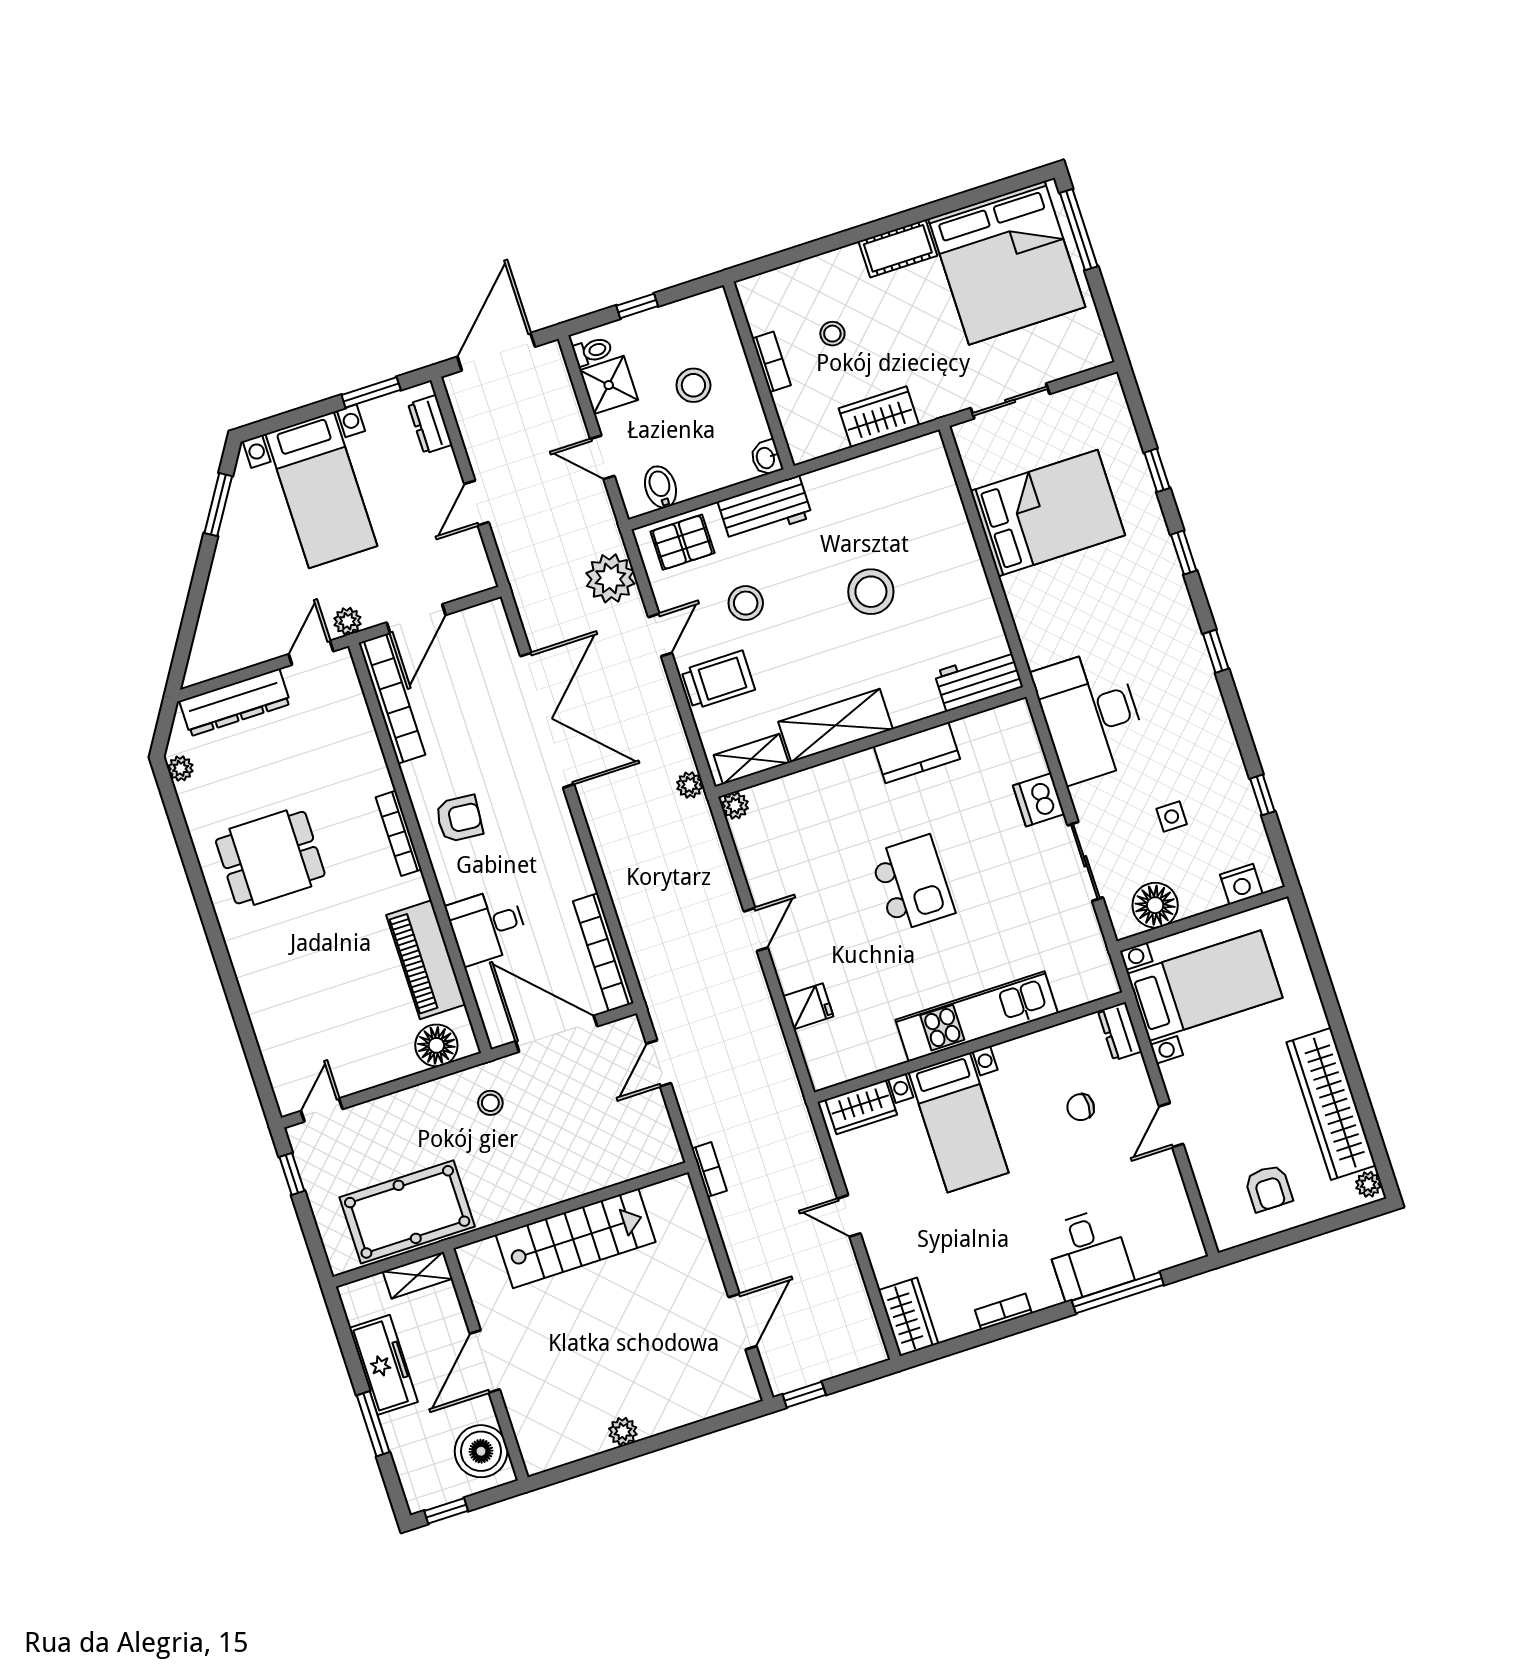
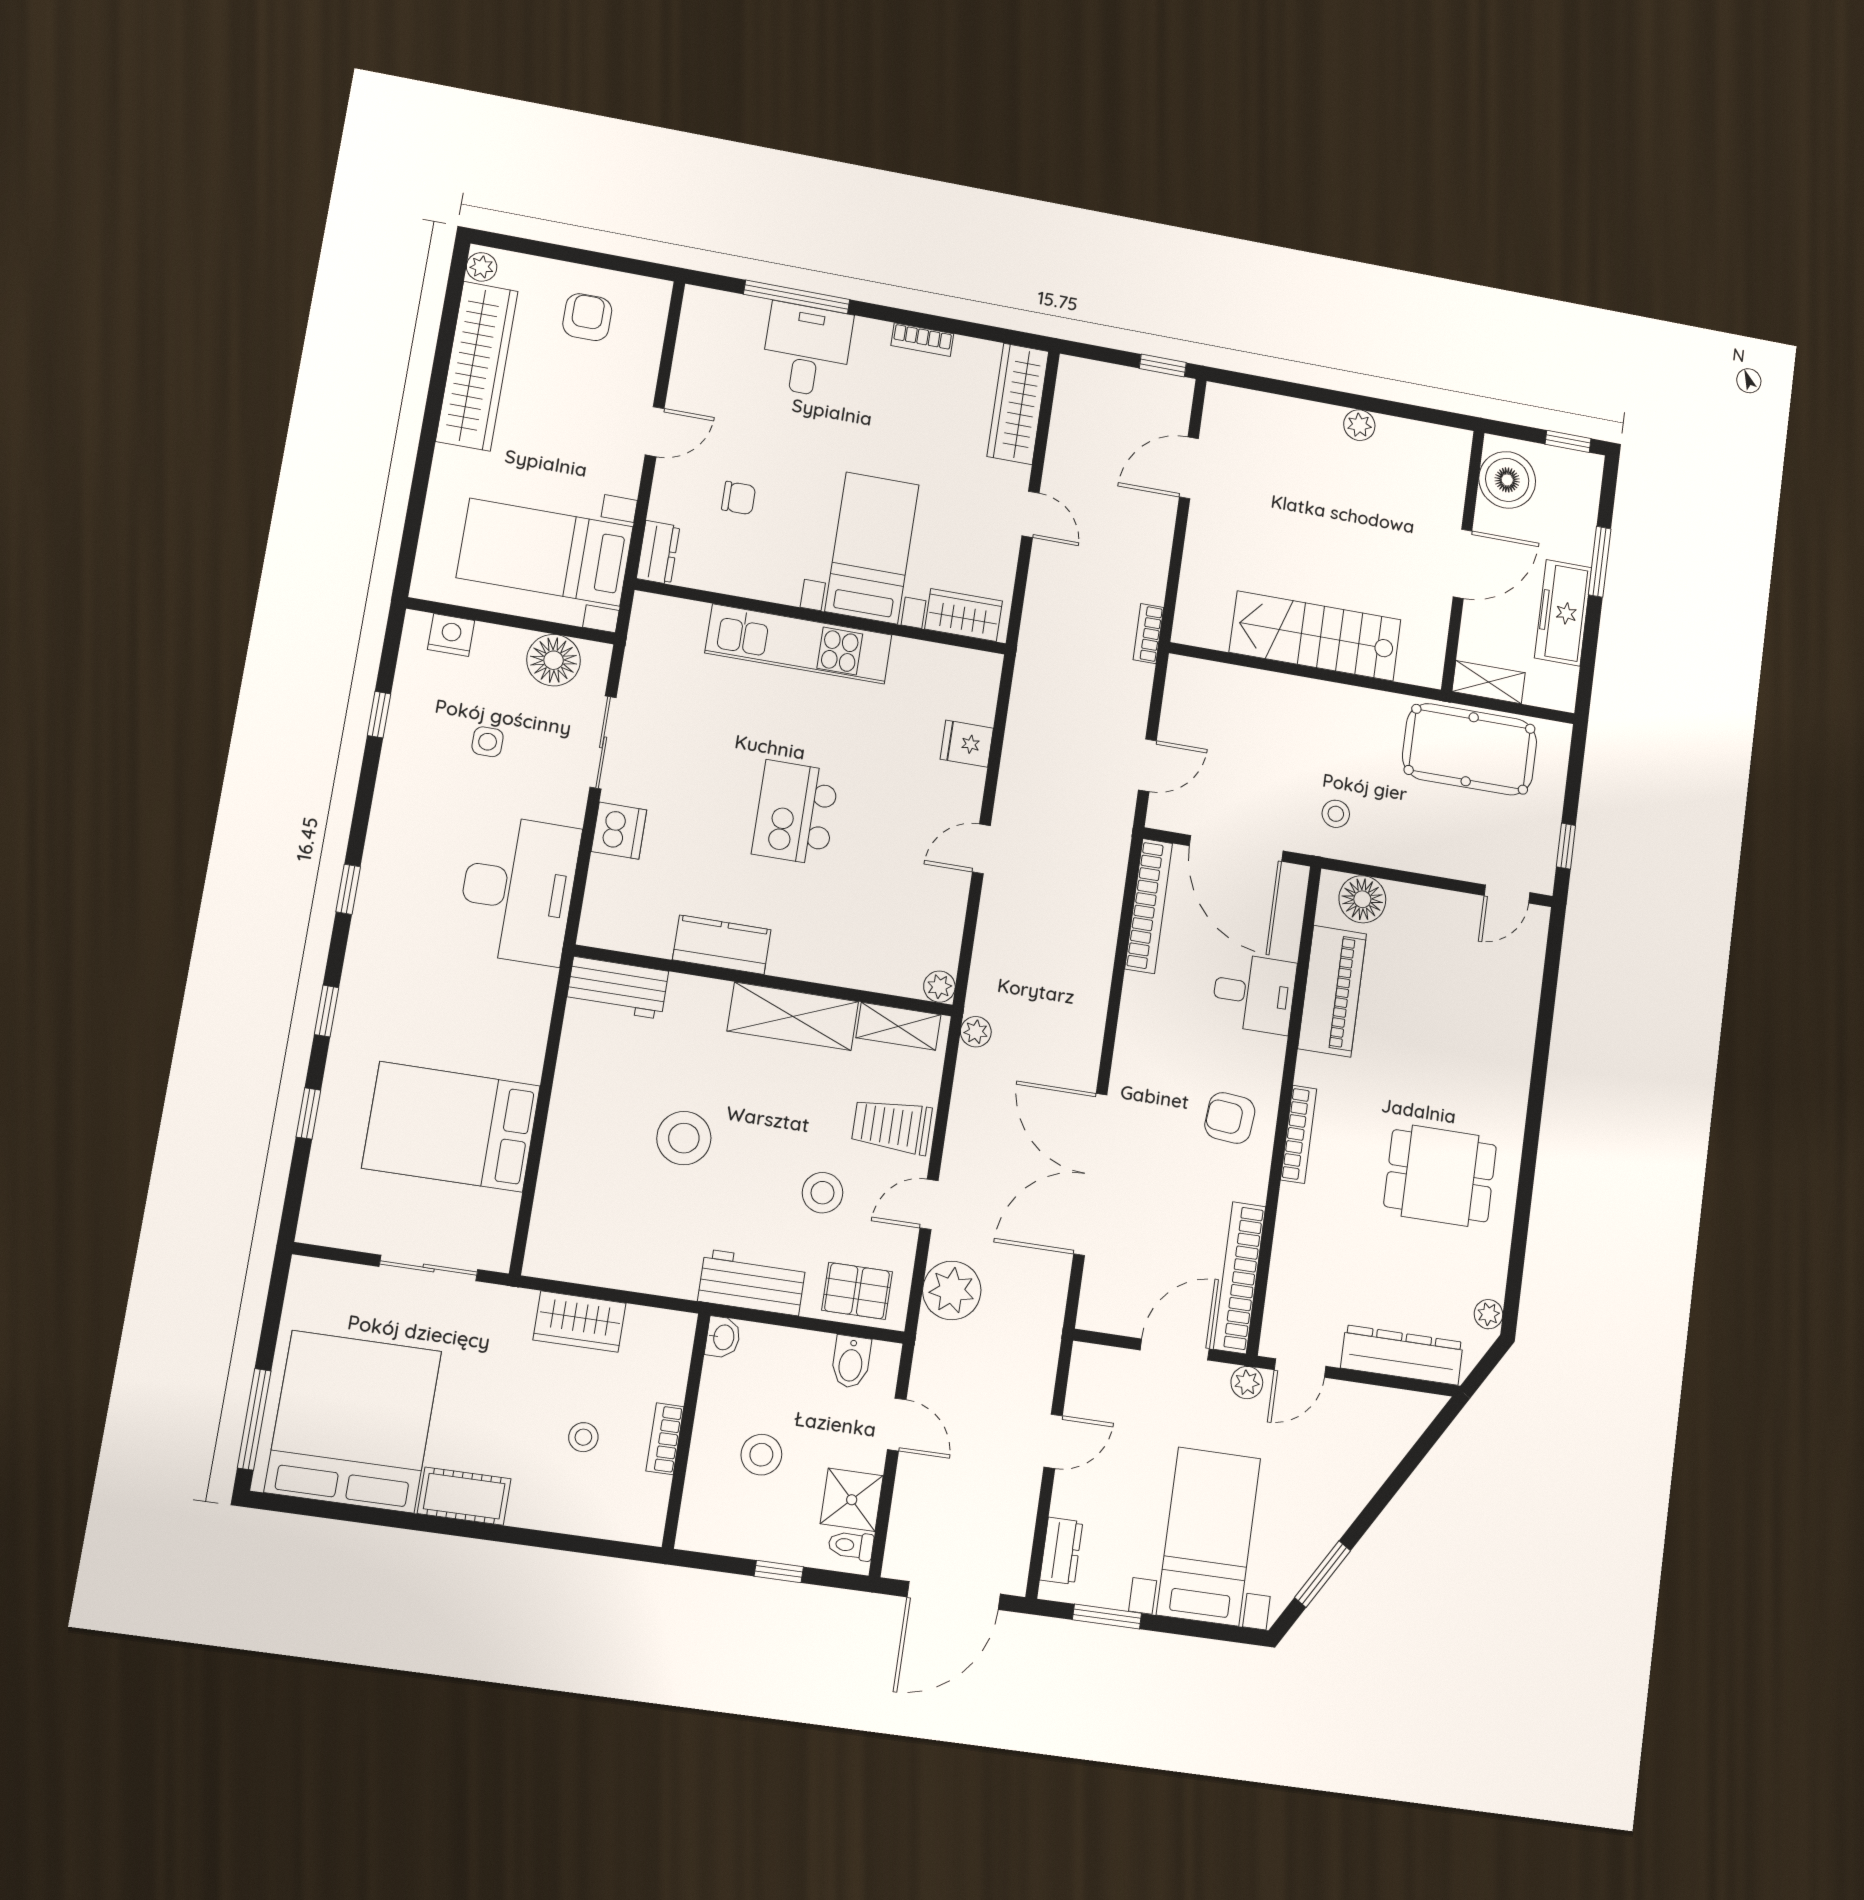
wardrobe: (908, 1317) -> (1018, 404), width x1.50

